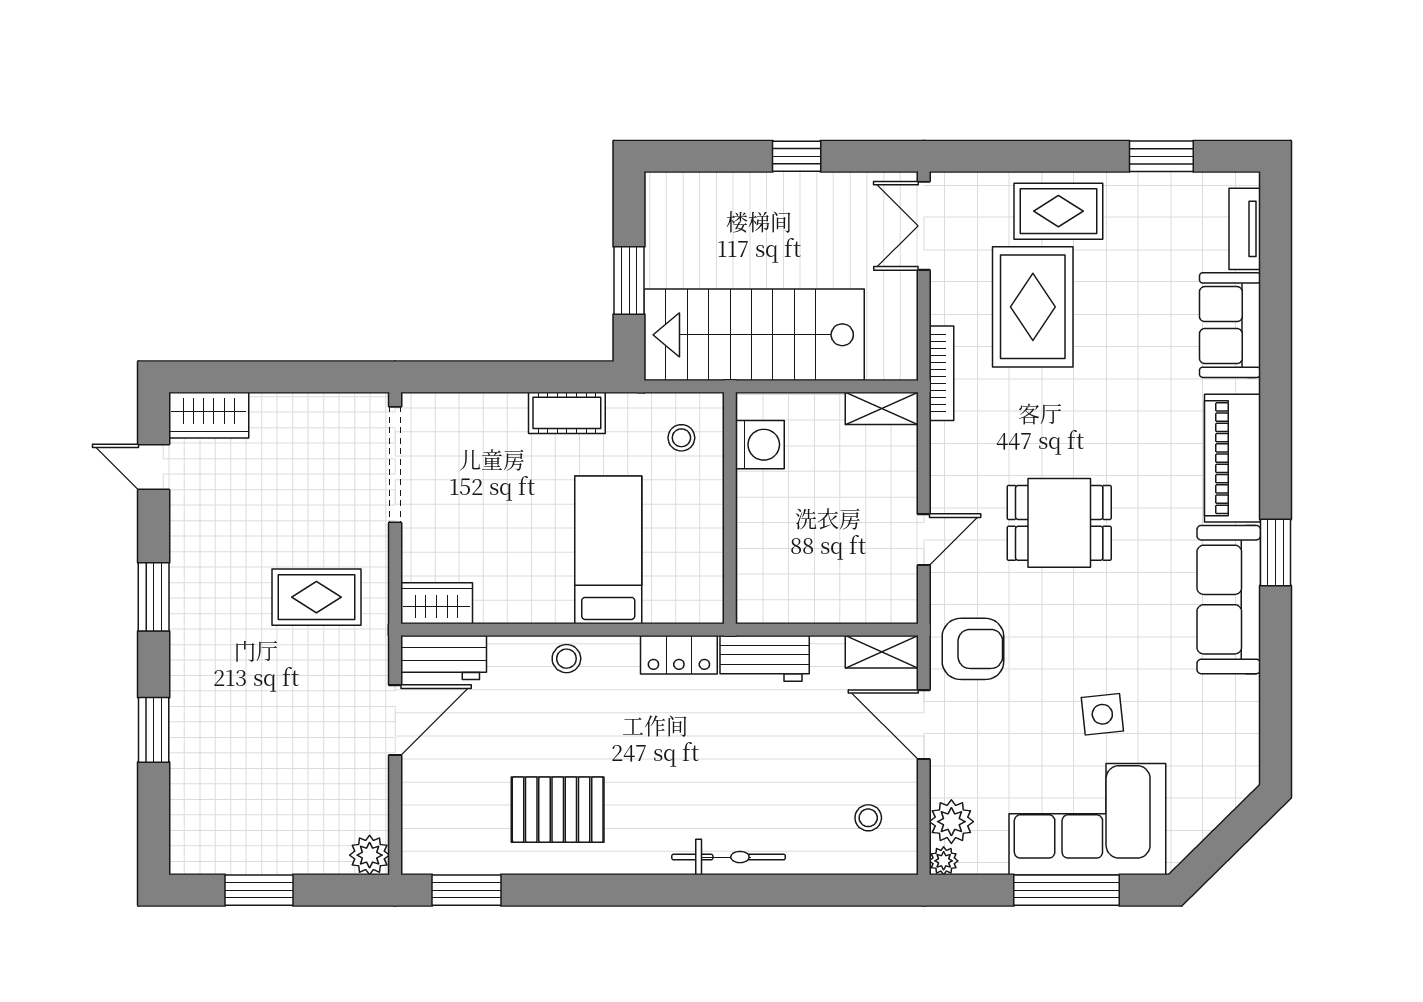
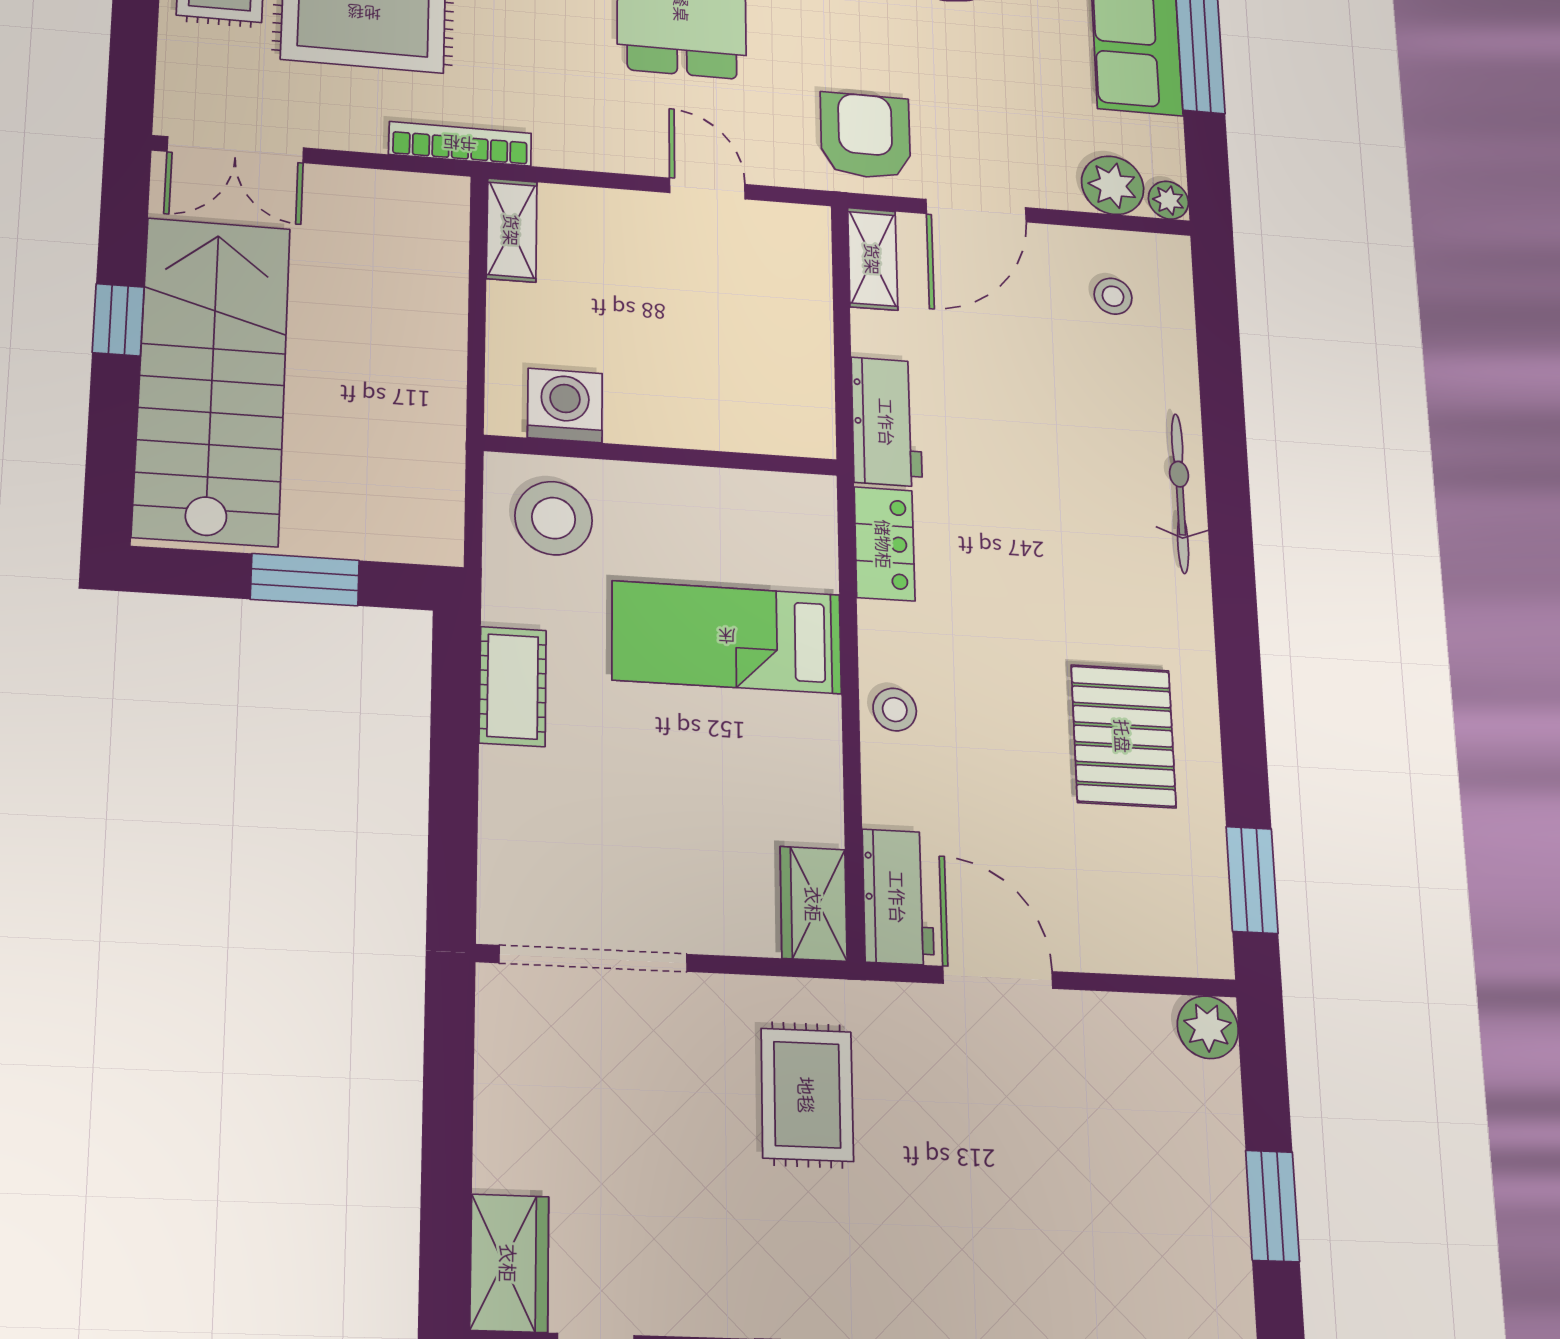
stairs: (754, 335) -> (212, 380), moved, turned 180
stool: (681, 438) -> (554, 518), width x1.89, depth x1.89

